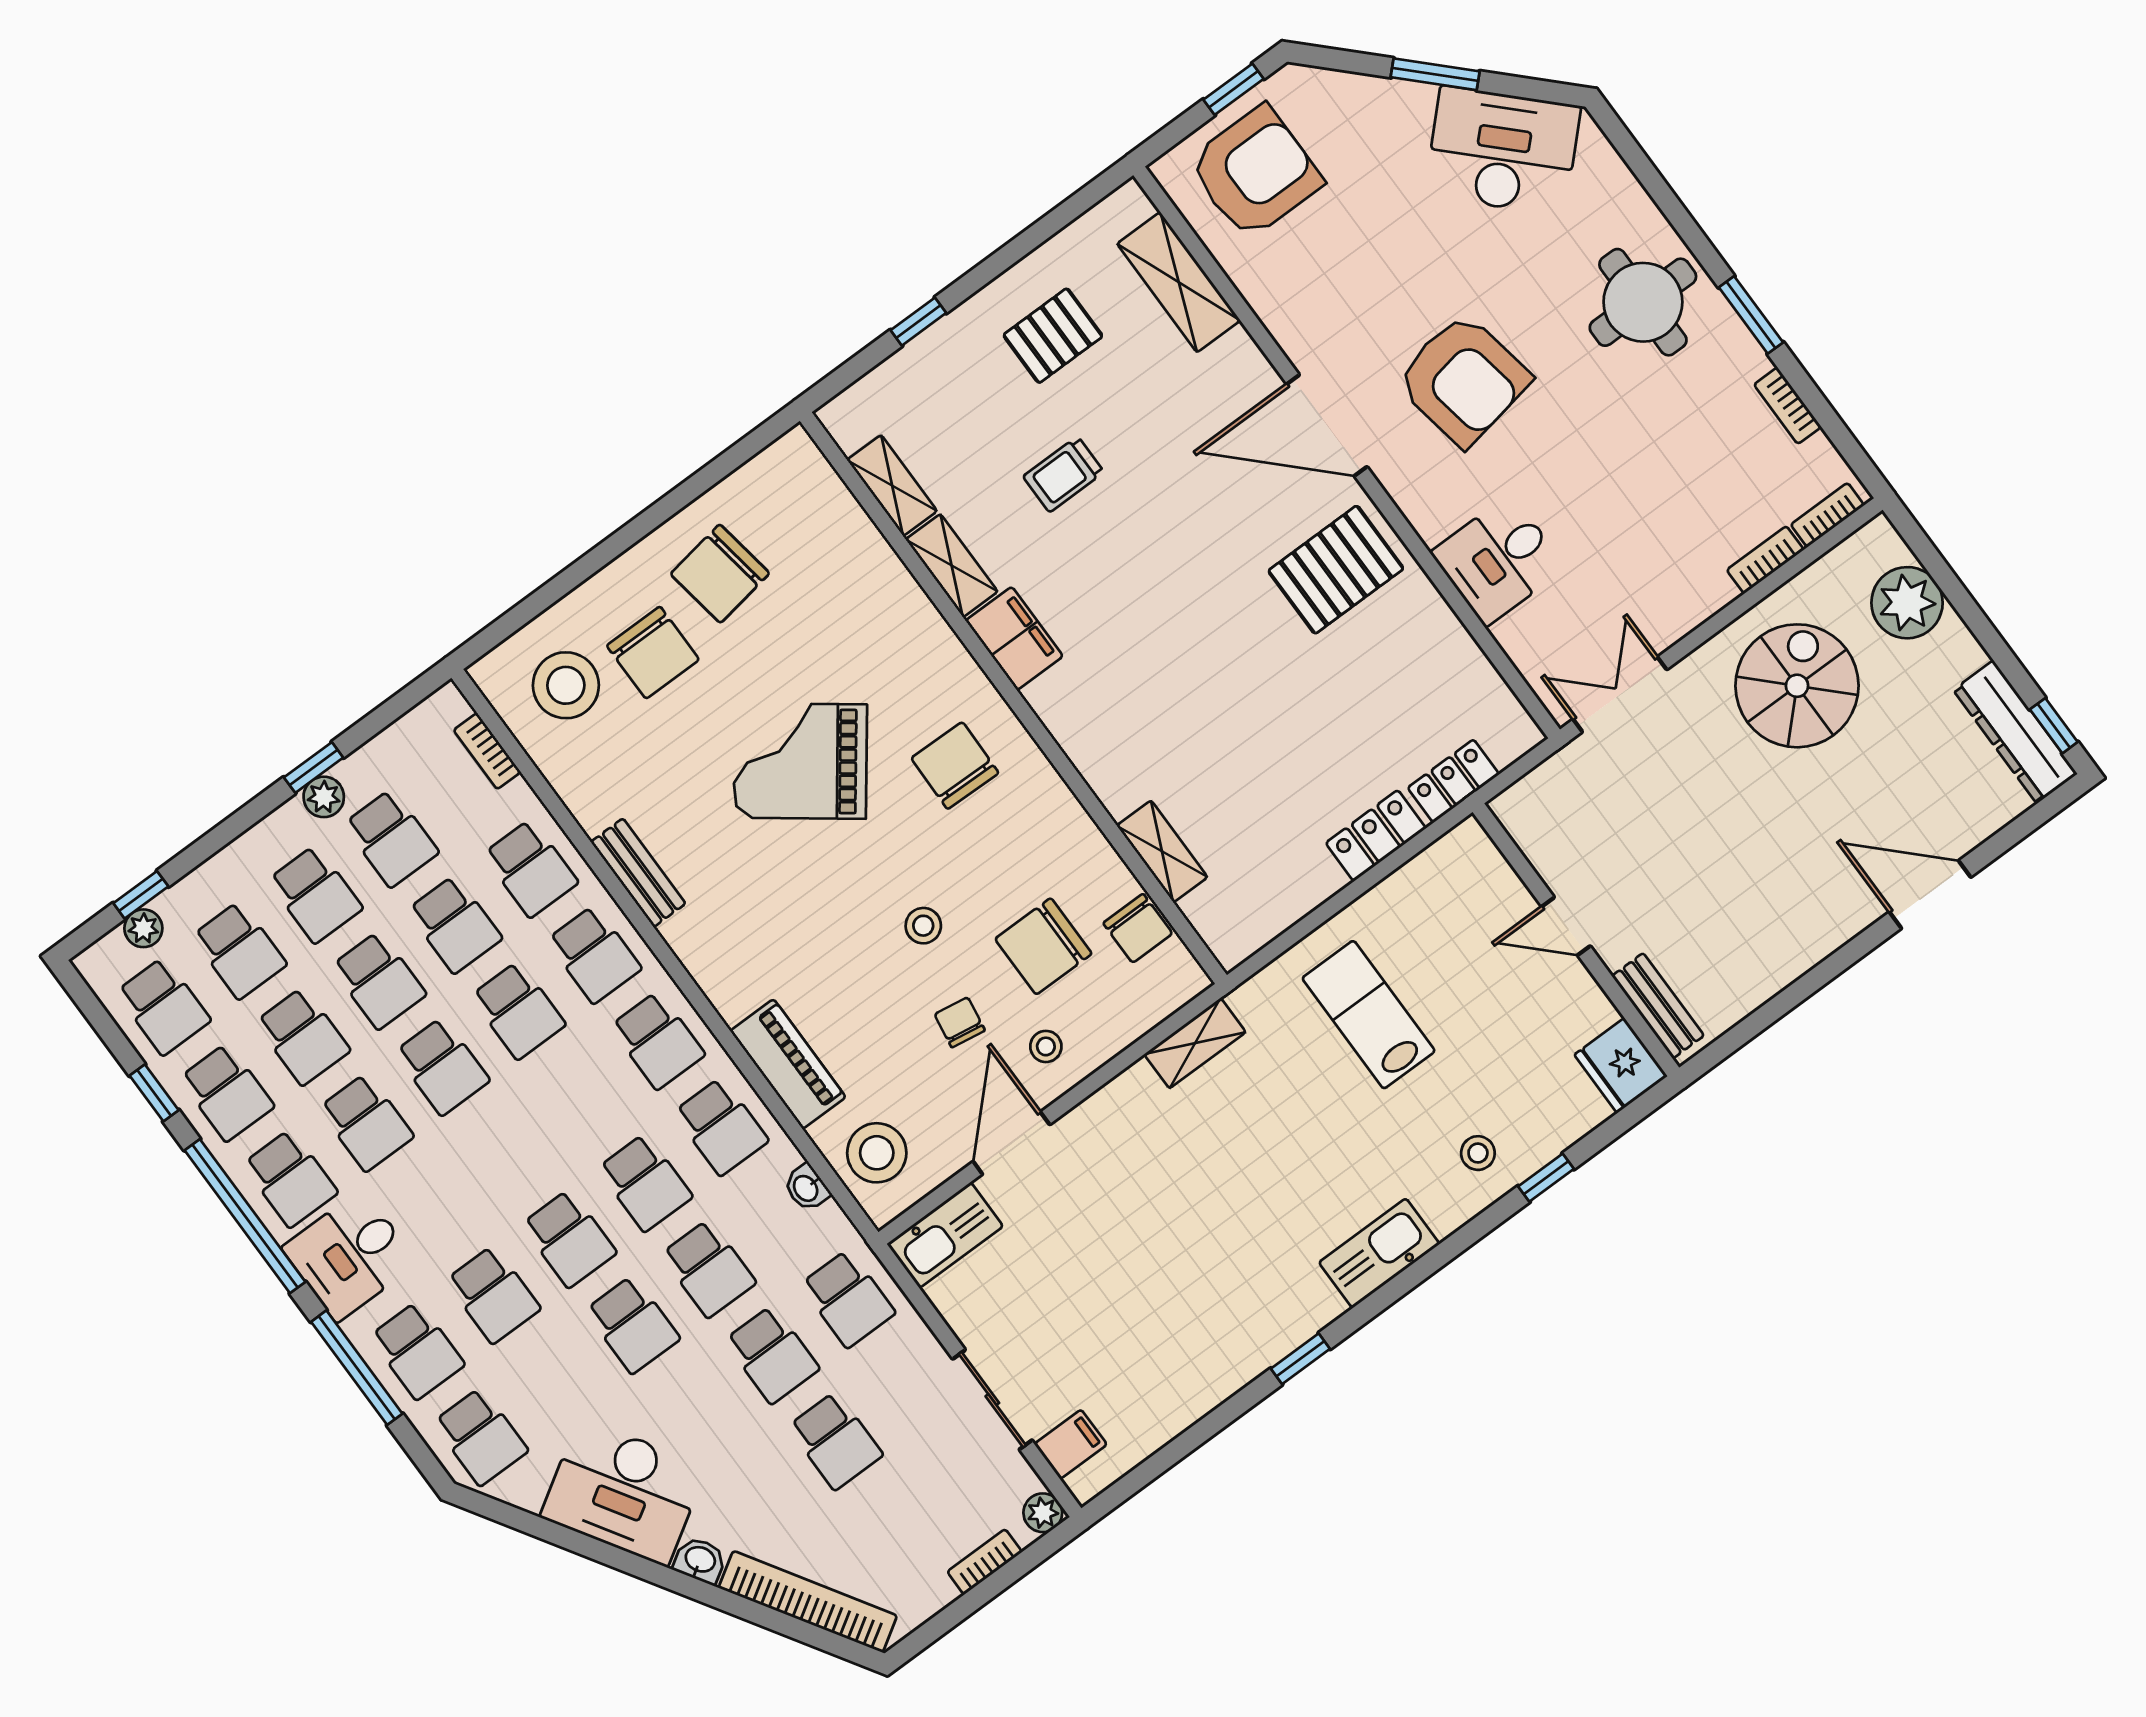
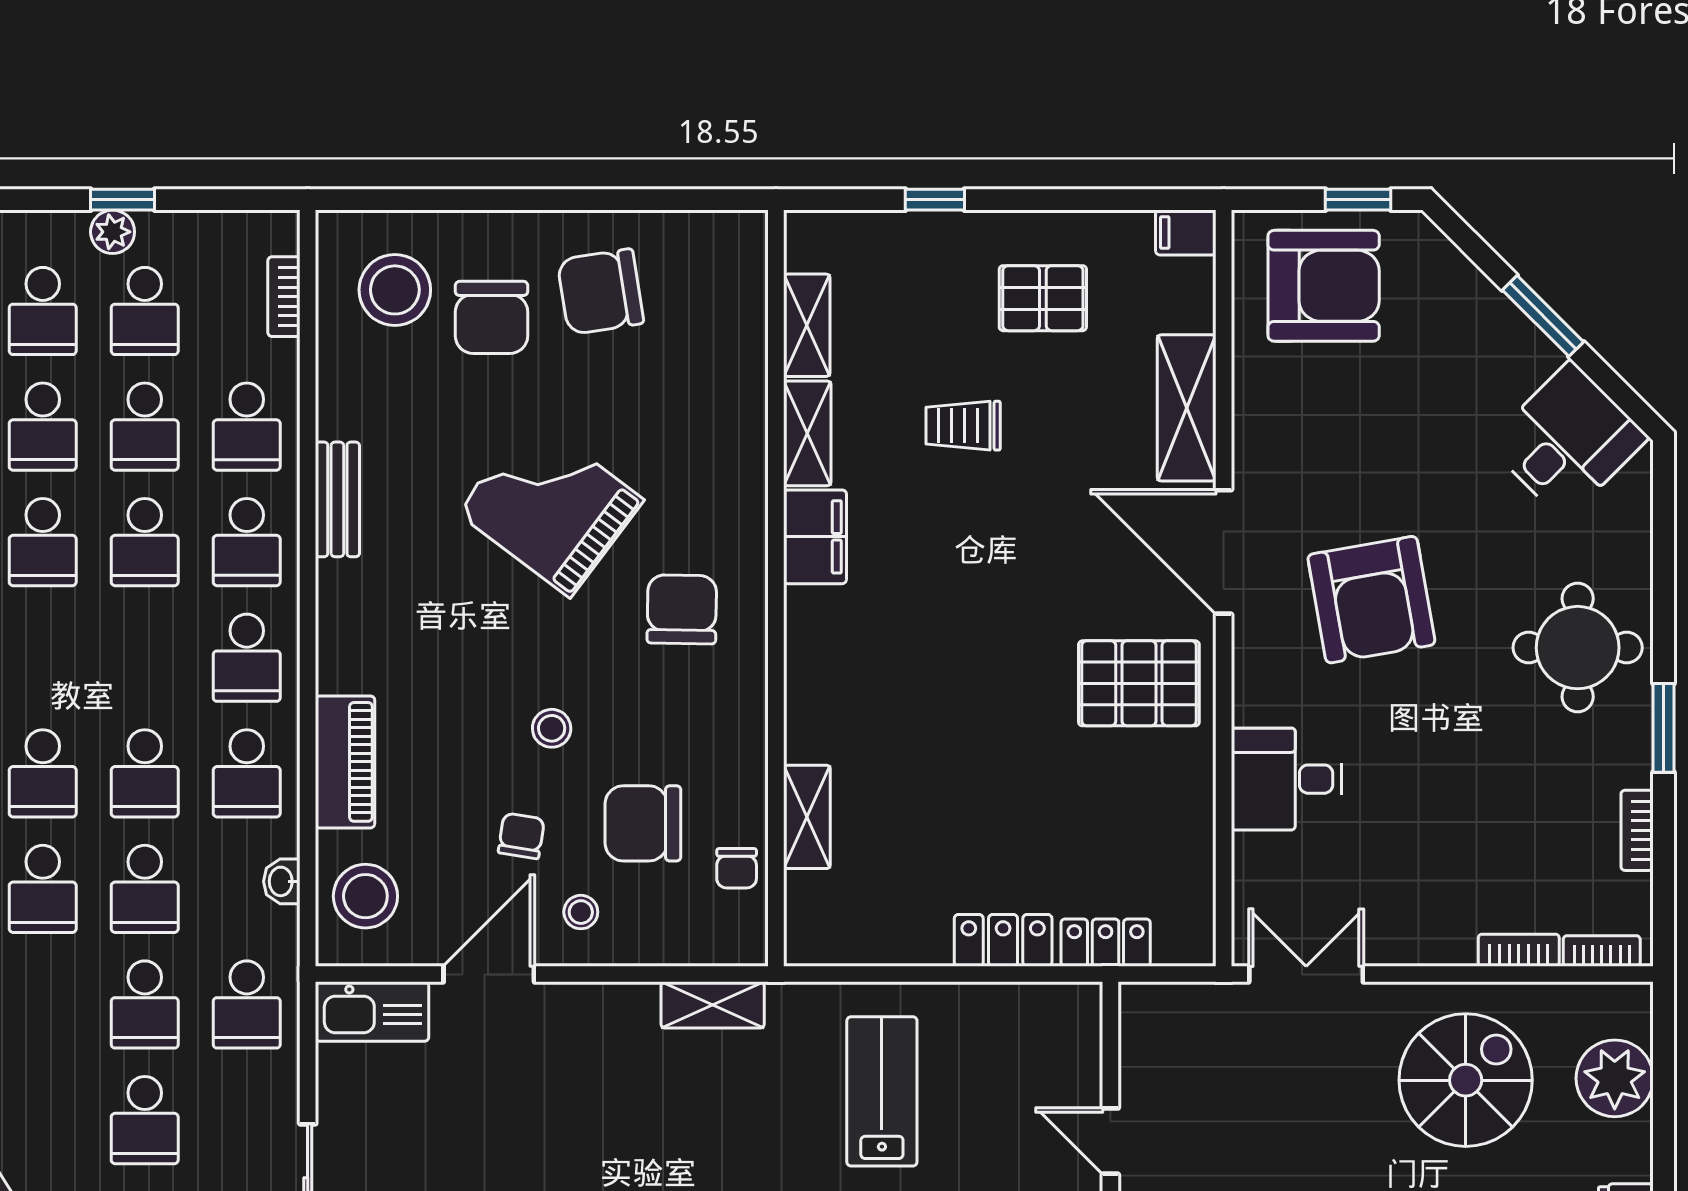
desk: (1503, 151) -> (1567, 441), width x0.73
filing cabinet: (1123, 208) -> (1186, 232), added
shelving: (1179, 282) -> (1187, 408), moved
chair: (1138, 928) -> (737, 868), width x0.73, depth x0.73

